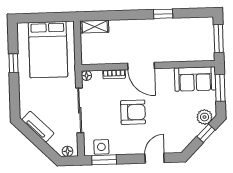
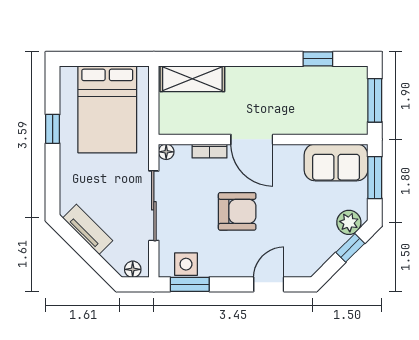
window: (163, 14) -> (318, 59), moved
shelving: (95, 27) -> (192, 79), width x1.50, depth x1.33

